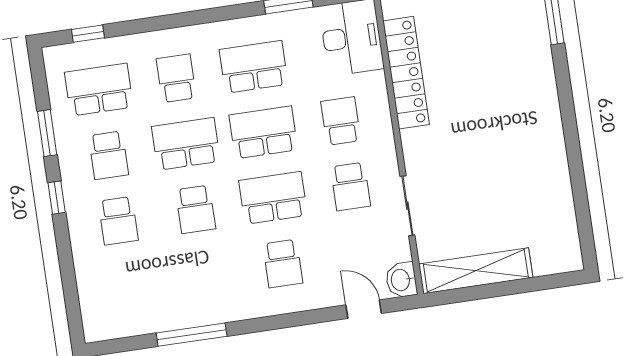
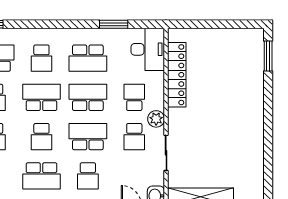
school desk: (254, 67) -> (88, 58), turned 180
school desk: (176, 78) -> (41, 58), turned 180
plant: (383, 152) -> (156, 119), added
school desk: (205, 275) -> (41, 176), added

